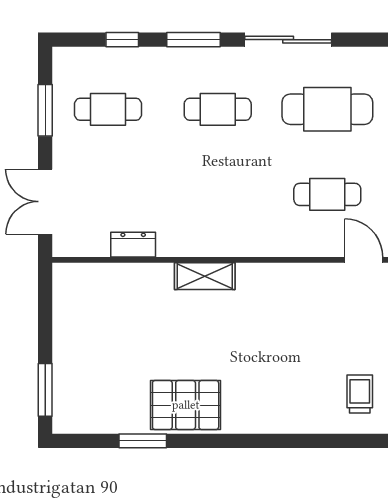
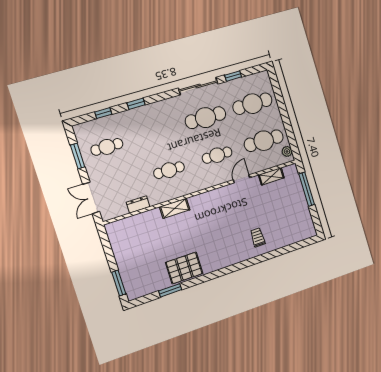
window: (193, 40) -> (136, 104), width x0.67
sliding door: (288, 40) -> (198, 86), moved
cafe table: (218, 109) -> (169, 170), moved
door: (364, 260) -> (242, 179), hinge flipped

